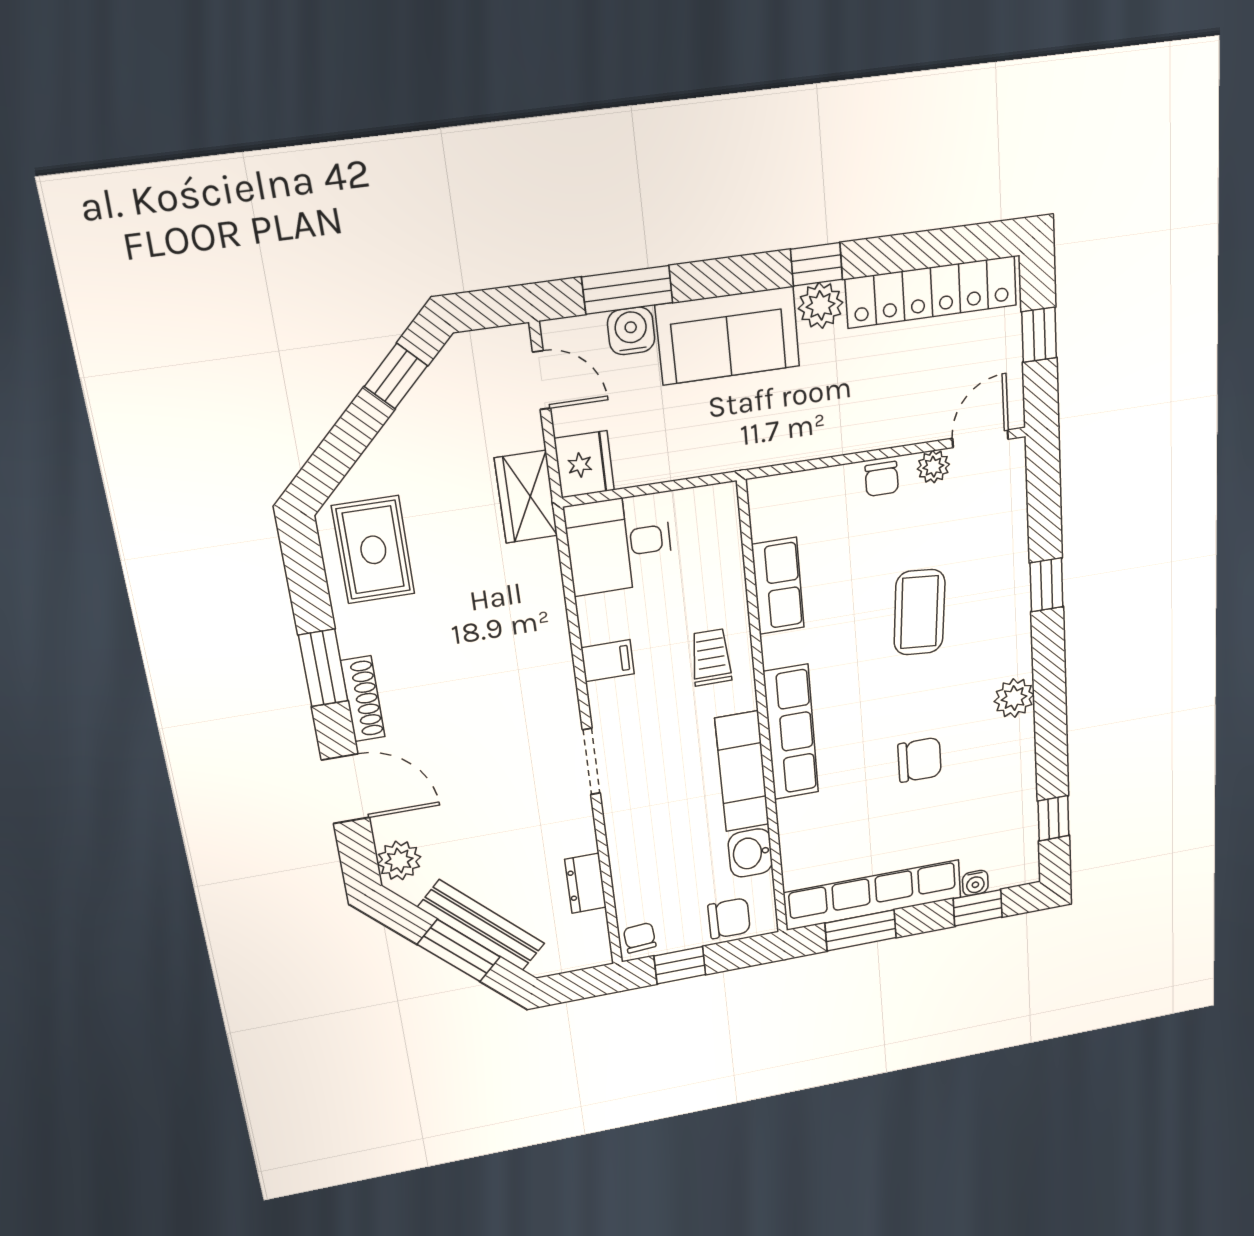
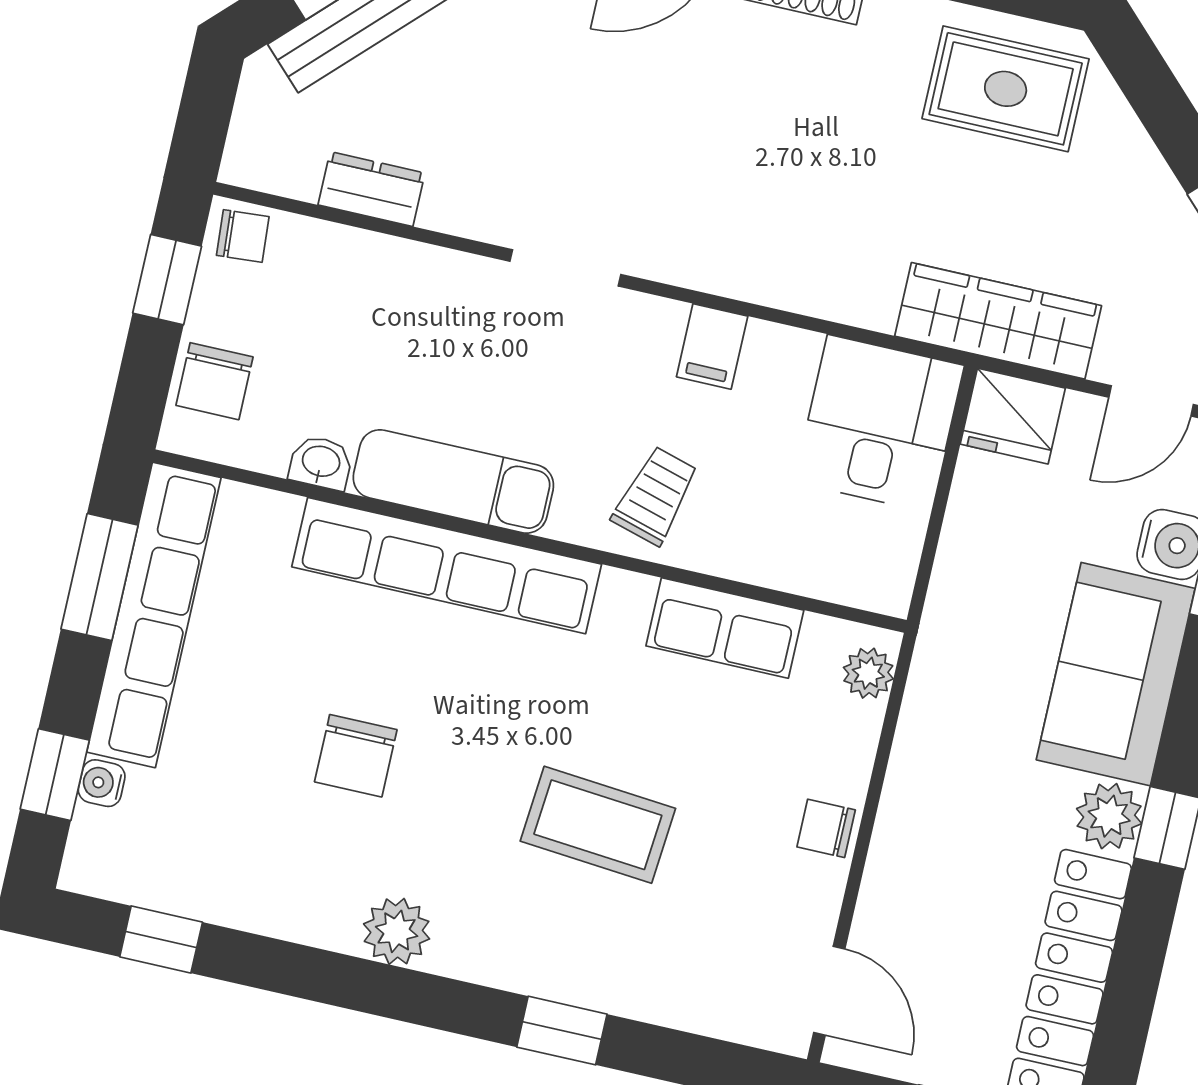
plant: (933, 467) -> (868, 673), moved
wardrobe: (526, 497) -> (998, 321), width x1.50
trolley: (711, 657) -> (655, 496), turned -74
row of seats: (791, 732) -> (447, 566), width x1.36
washbasin: (750, 853) -> (321, 463), width x0.72, depth x0.69

